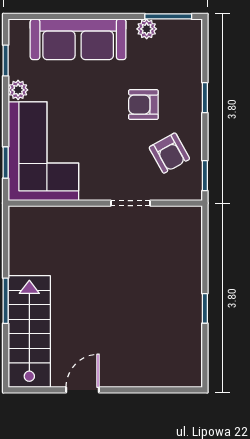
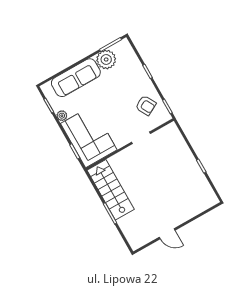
plant: (147, 29) -> (106, 59), width x1.88, depth x1.88
armchair: (143, 105) -> (122, 90), removed
stairs: (29, 331) -> (111, 190), moved
door: (83, 390) -> (167, 234), swing flipped

